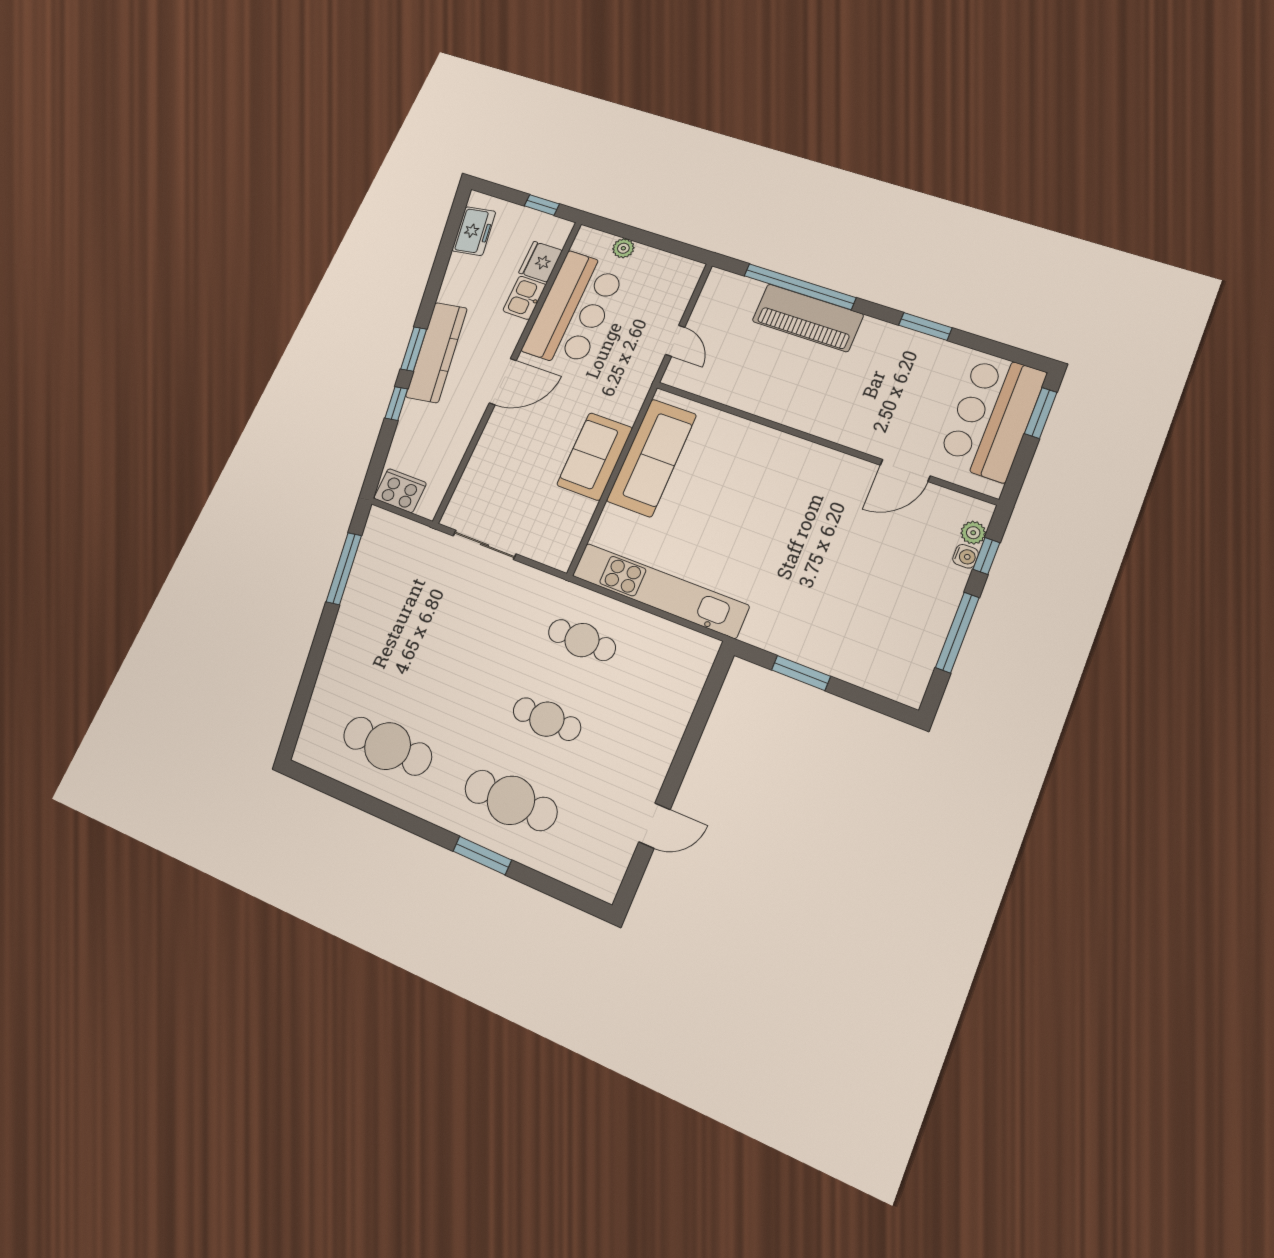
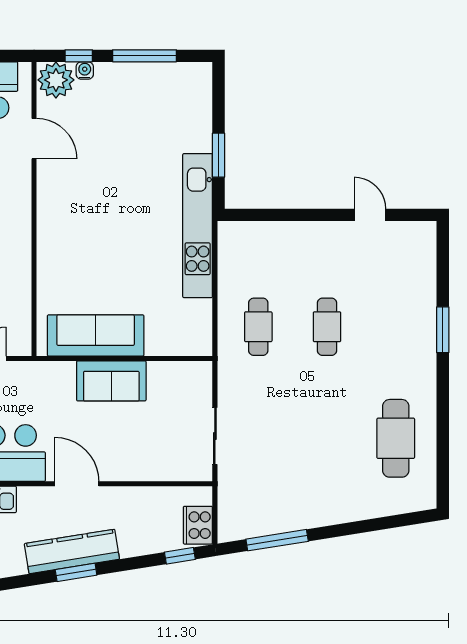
window: (396, 403) -> (180, 556), moved
plant: (973, 533) -> (56, 80), width x1.88, depth x1.88
kitchen unit: (660, 590) -> (198, 226), moved
cafe table: (511, 800) -> (396, 327), removed

